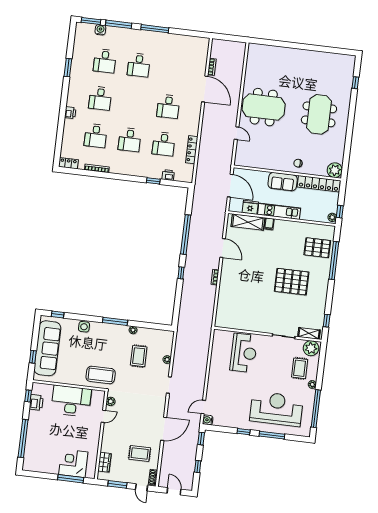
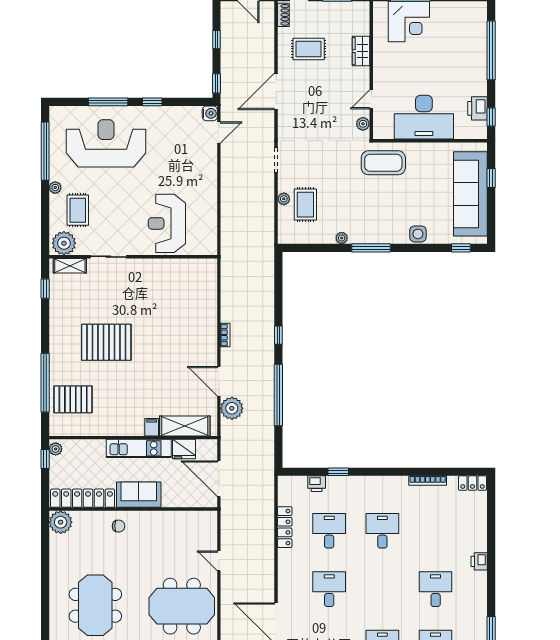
desk: (96, 136) -> (436, 531), removed
plant: (216, 230) -> (232, 408), added
rug: (139, 356) -> (305, 205), moved
reception desk: (276, 409) -> (106, 143), turned 180
wardrobe: (104, 462) -> (361, 51), moved

